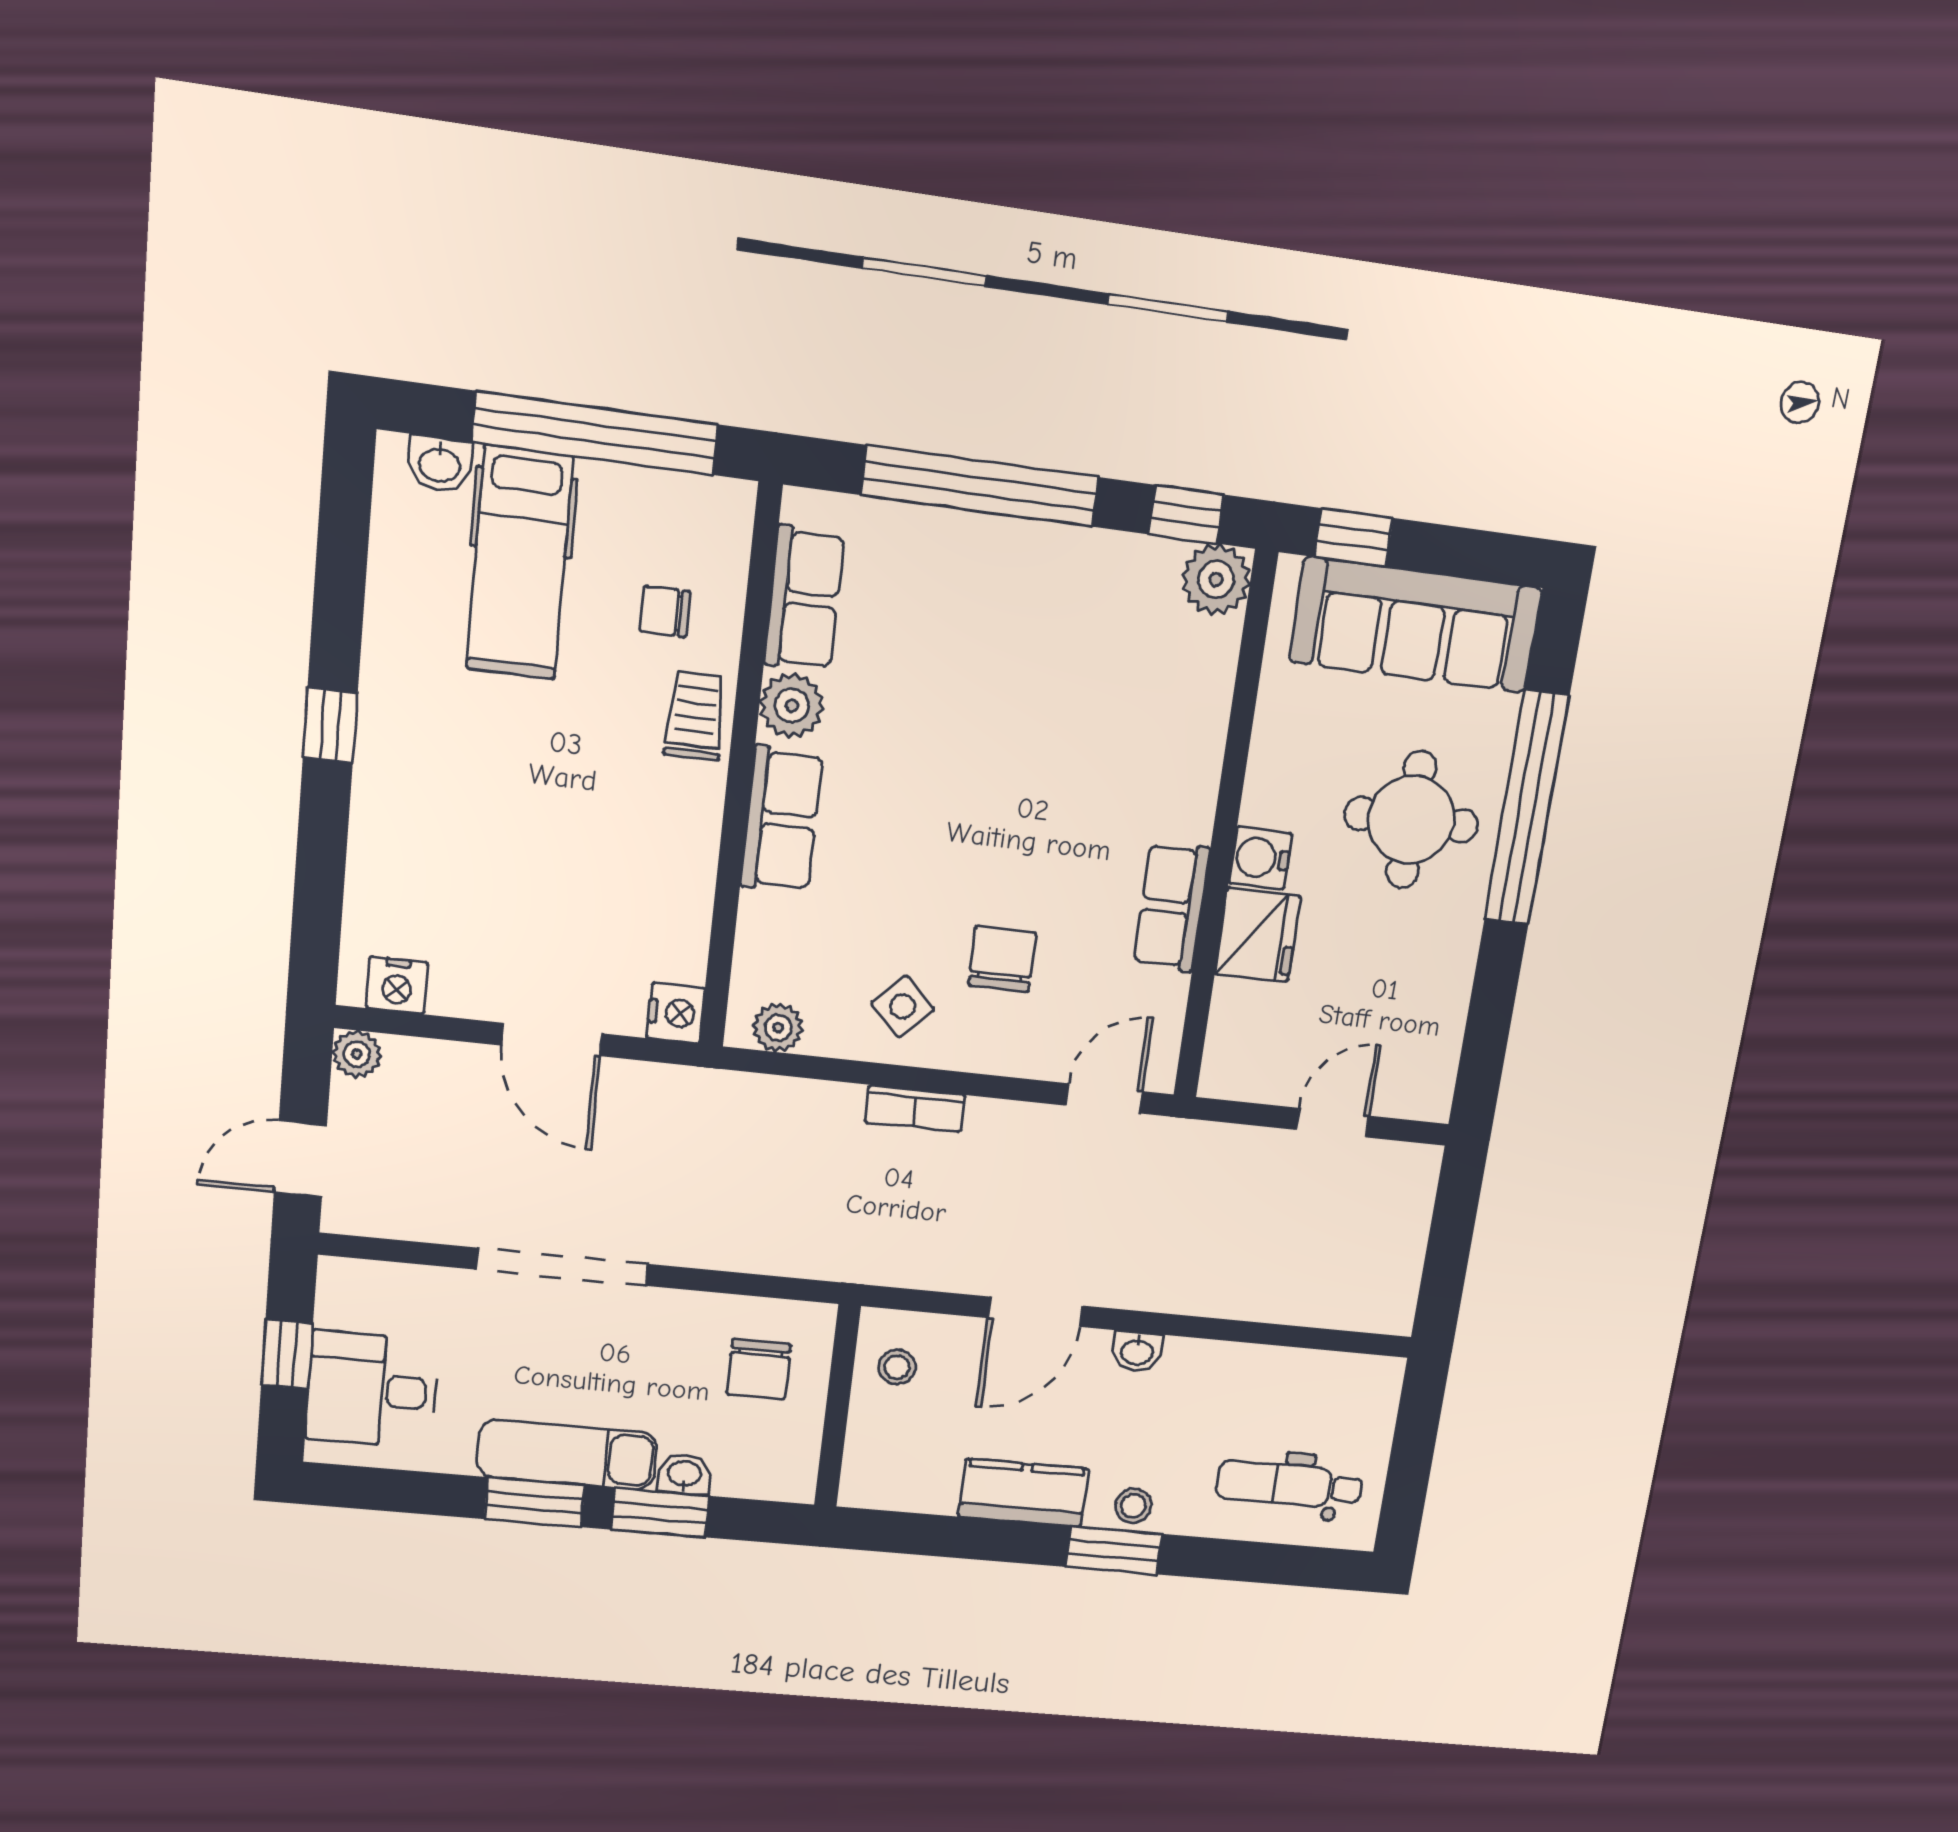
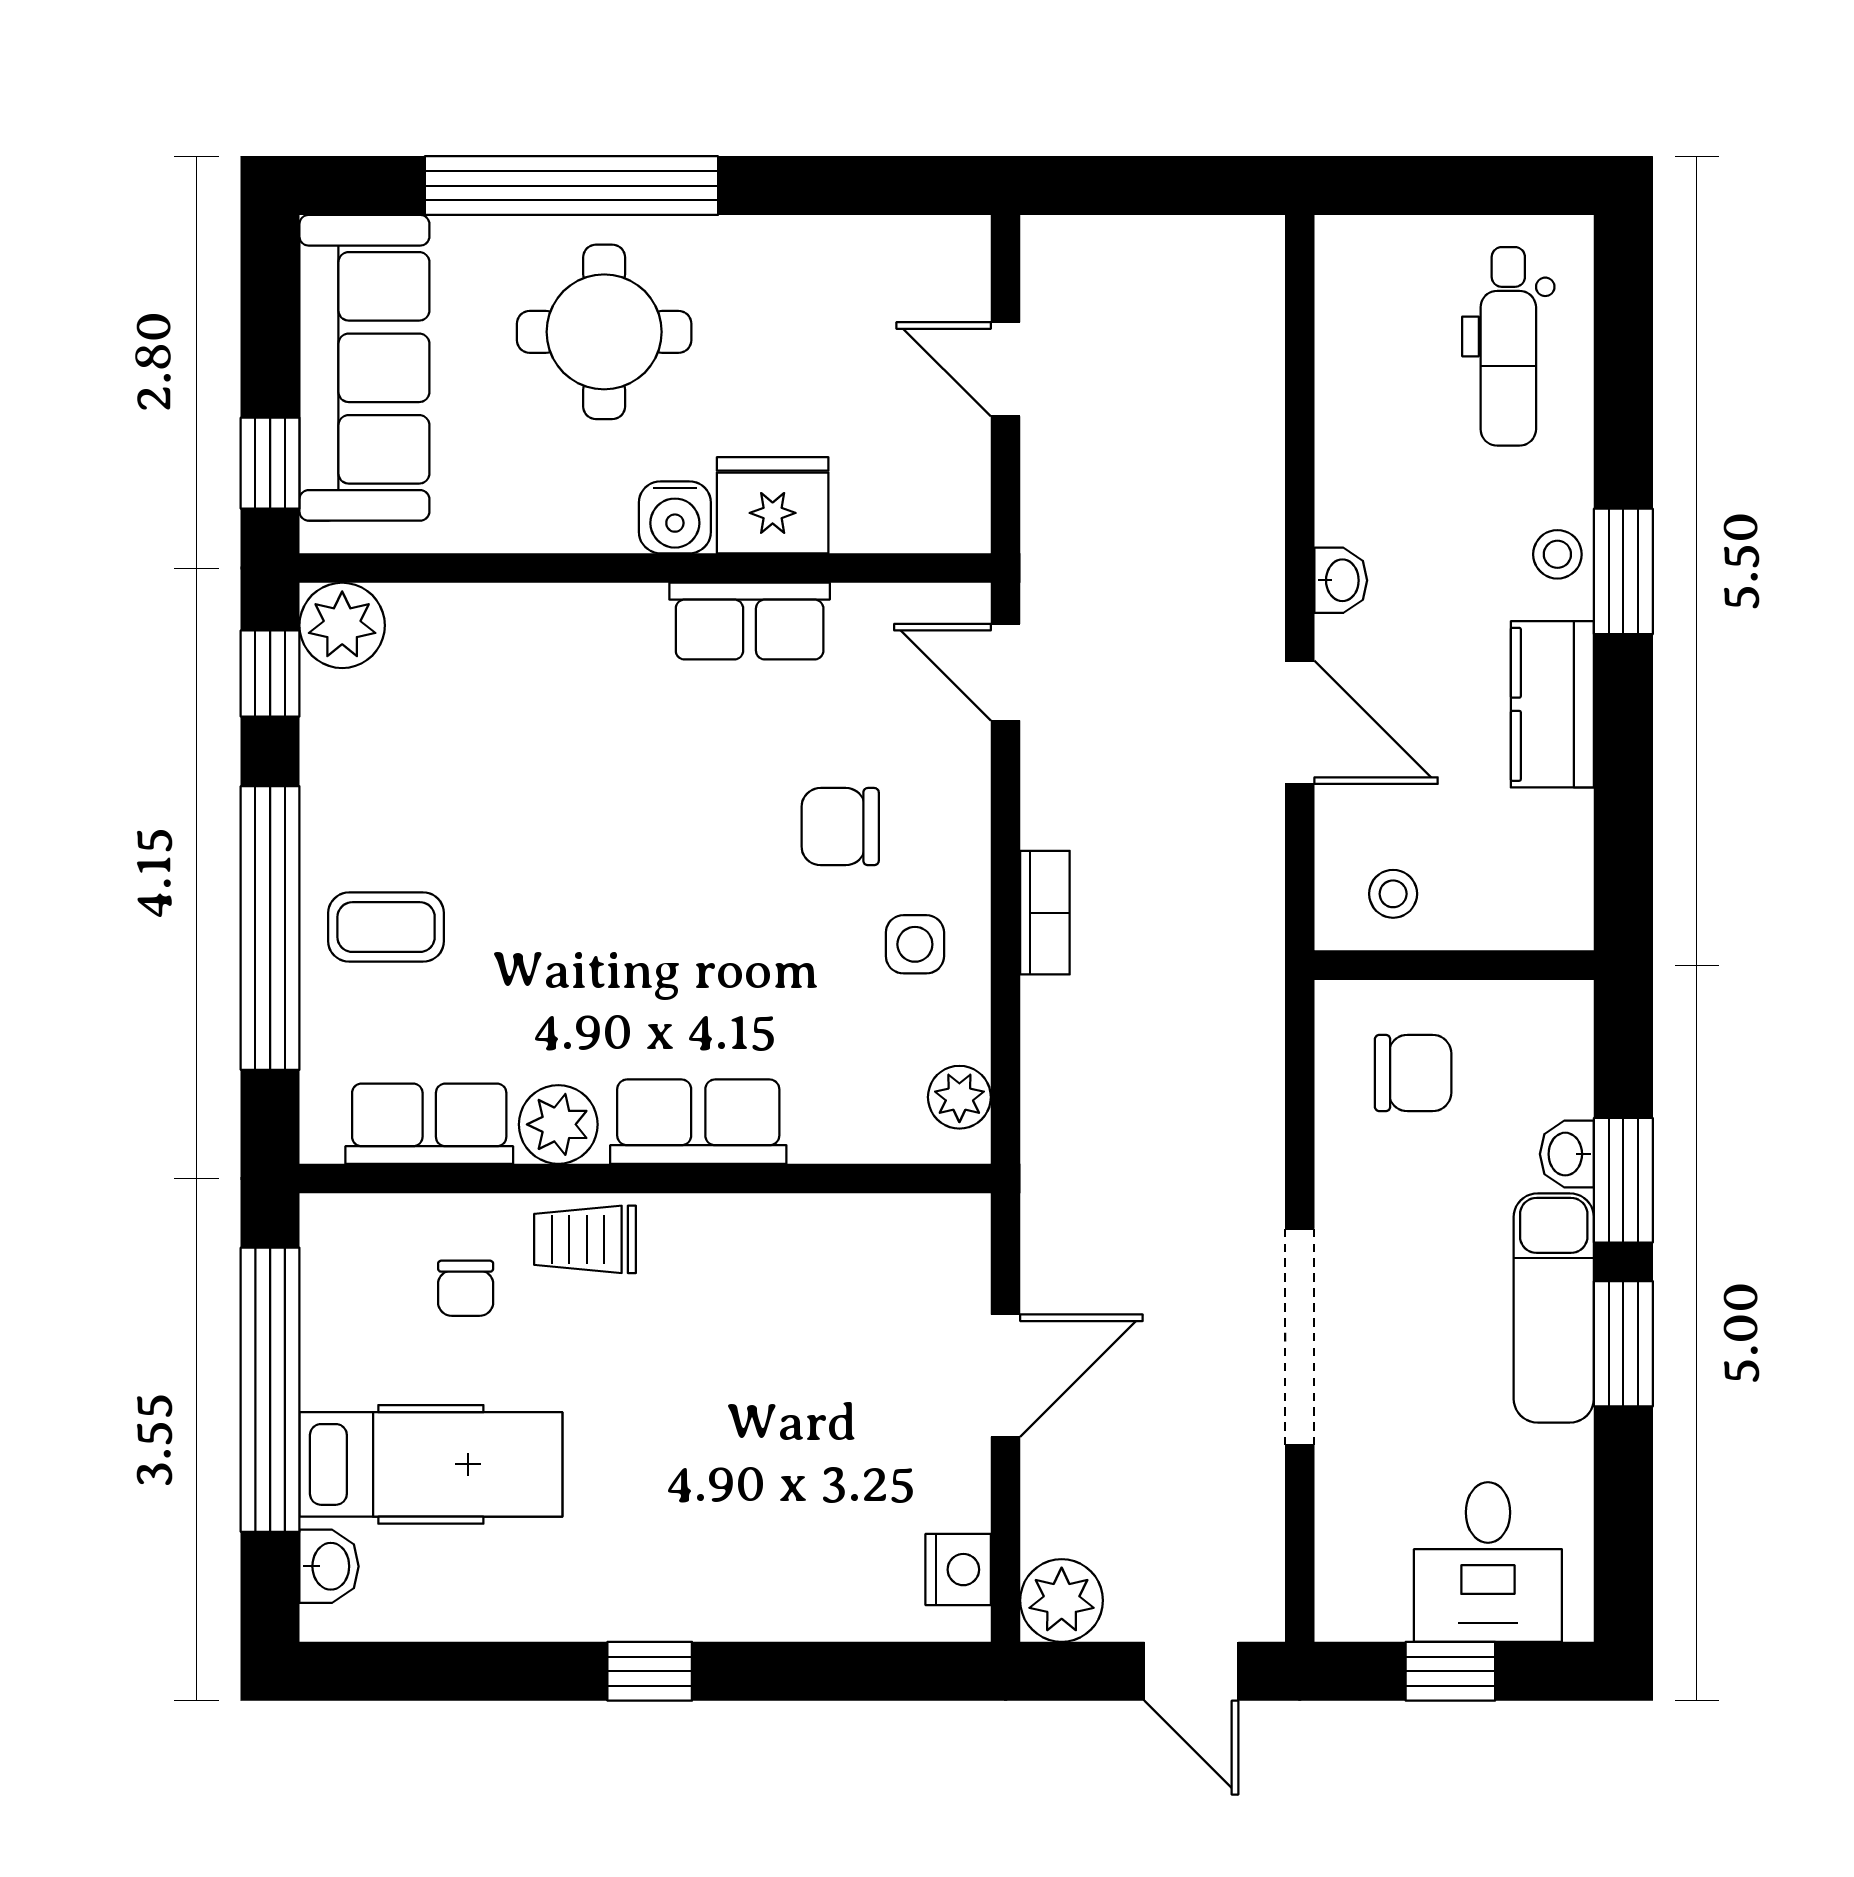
coffee table: (969, 584) -> (386, 927), added
side table: (903, 1006) -> (915, 944), turned 45
nightstand: (676, 1013) -> (955, 1226), removed
plant: (357, 1054) -> (1062, 1600), width x1.38, depth x1.38

